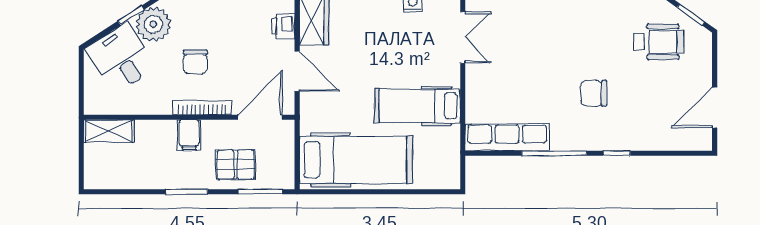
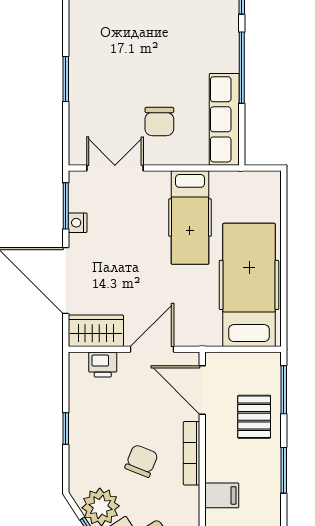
chair: (195, 62) -> (141, 461), turned -68
chair: (594, 93) -> (159, 122), moved
filing cabinet: (189, 135) -> (222, 495), moved

